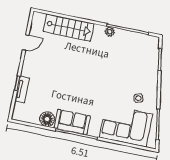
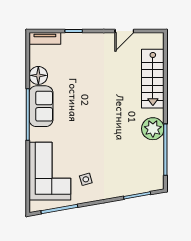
plant: (110, 32) -> (153, 129), width x1.88, depth x1.88
door: (26, 43) -> (124, 31), hinge flipped
tv unit: (22, 89) -> (45, 38), moved

